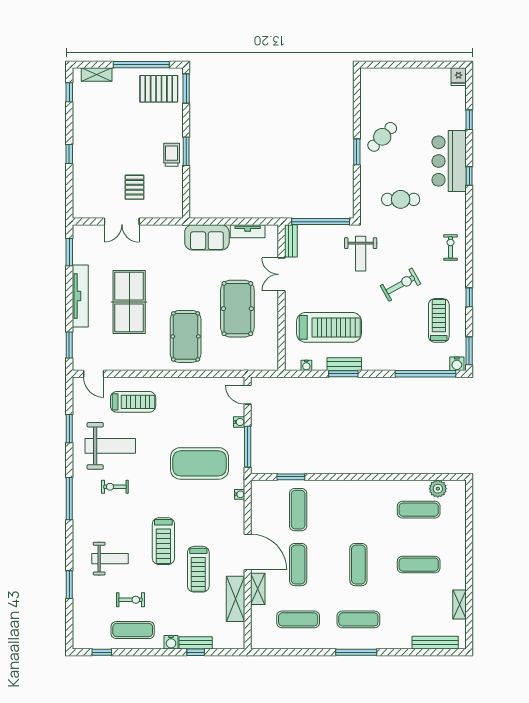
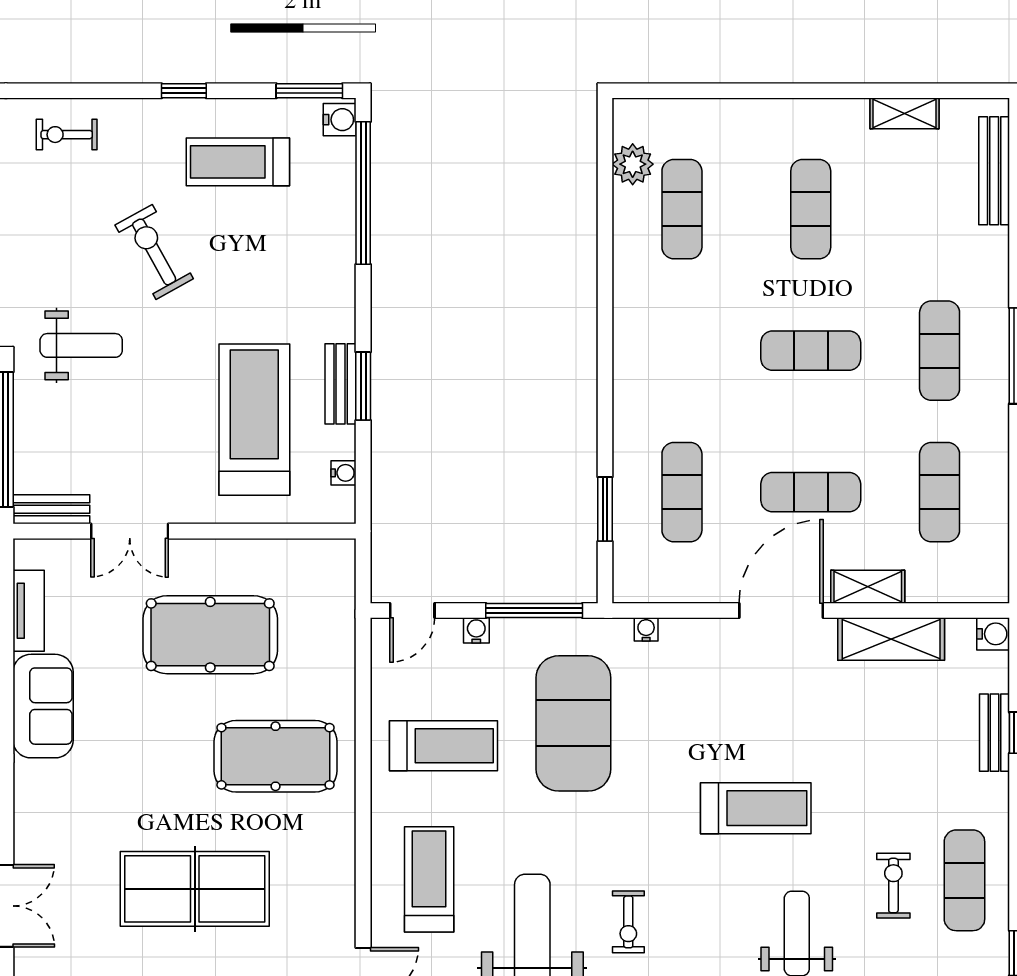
exercise mat: (298, 510) -> (682, 492), turned 90
treadmill: (198, 569) -> (443, 746), moved
water cooler: (171, 642) -> (993, 634), moved

